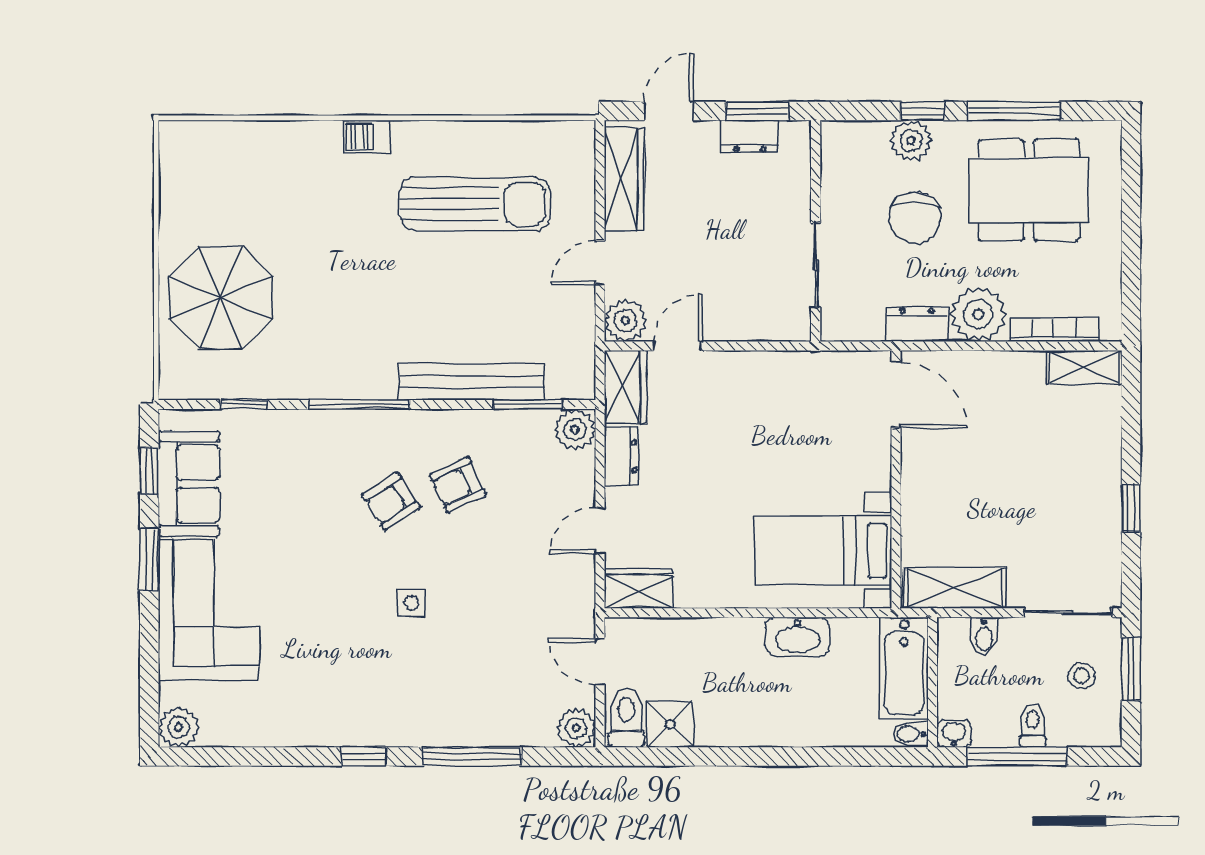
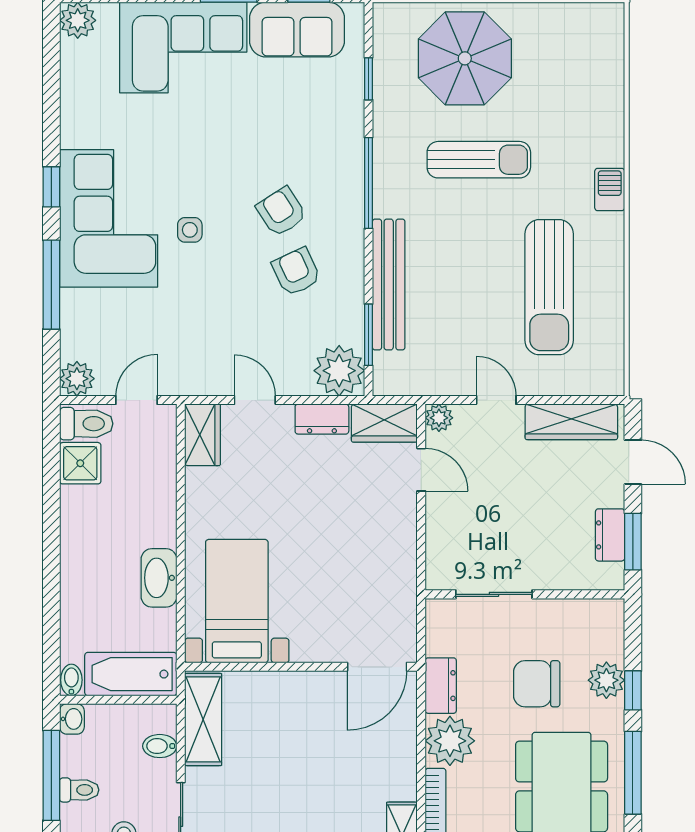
sun lounger: (333, 282) -> (479, 160), added
plant: (625, 320) -> (439, 418), width x0.73, depth x0.73
plant: (575, 429) -> (339, 371), width x1.36, depth x1.36
corner sofa: (398, 693) -> (109, 218), added

